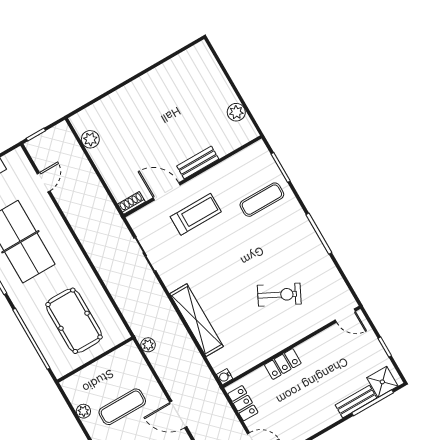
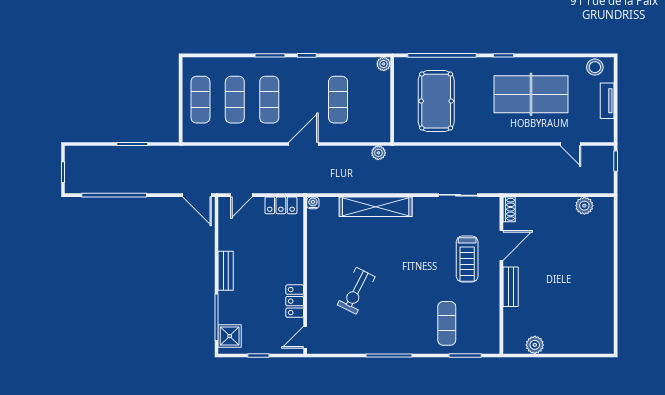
pool table: (74, 321) -> (436, 101), turned 90
locker: (283, 364) -> (295, 301), moved
bench: (356, 402) -> (226, 271), moved
plant: (83, 411) -> (384, 64), moved

